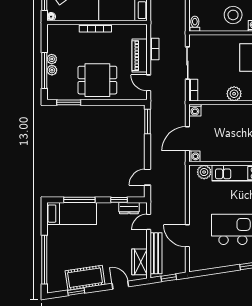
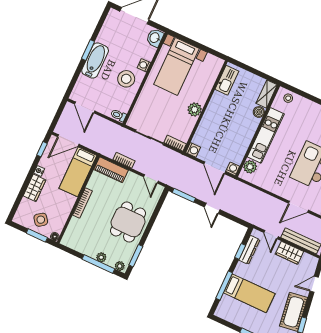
piano: (140, 56) -> (111, 170), moved
plant: (52, 59) -> (120, 266), moved
door: (149, 83) -> (151, 179), hinge flipped
door: (148, 177) -> (212, 208), moved
dresser: (129, 208) -> (249, 250), width x1.44
bed: (72, 214) -> (249, 293), moved, turned 90
wardrobe: (139, 262) -> (289, 253), moved

